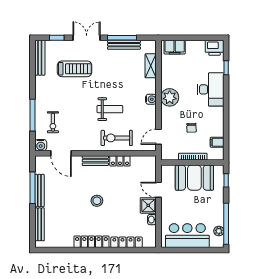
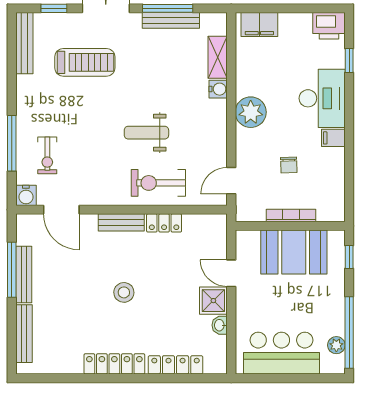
water cooler: (151, 99) -> (218, 89), moved
weight bench: (110, 109) -> (146, 133), turned 180
filing cabinet: (217, 142) -> (333, 138), moved

